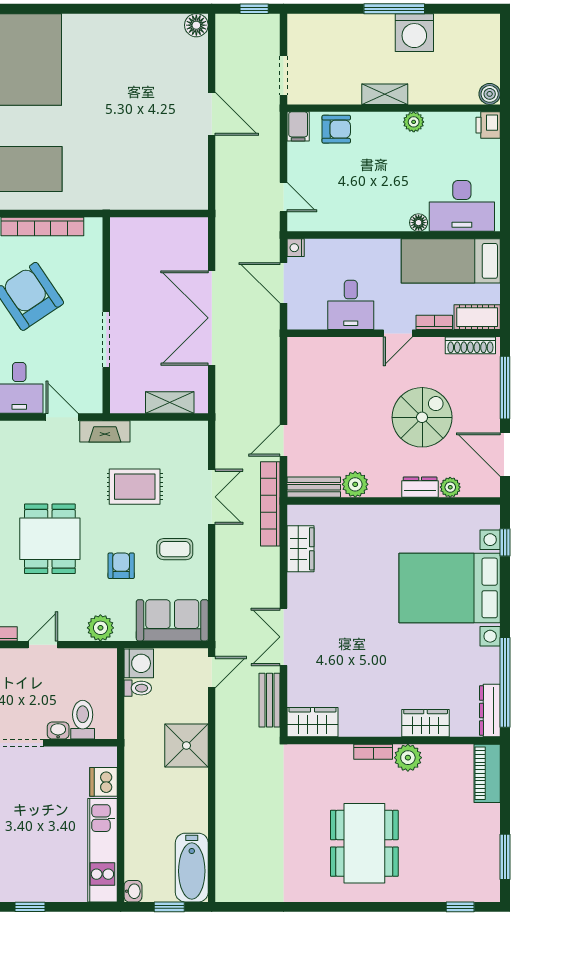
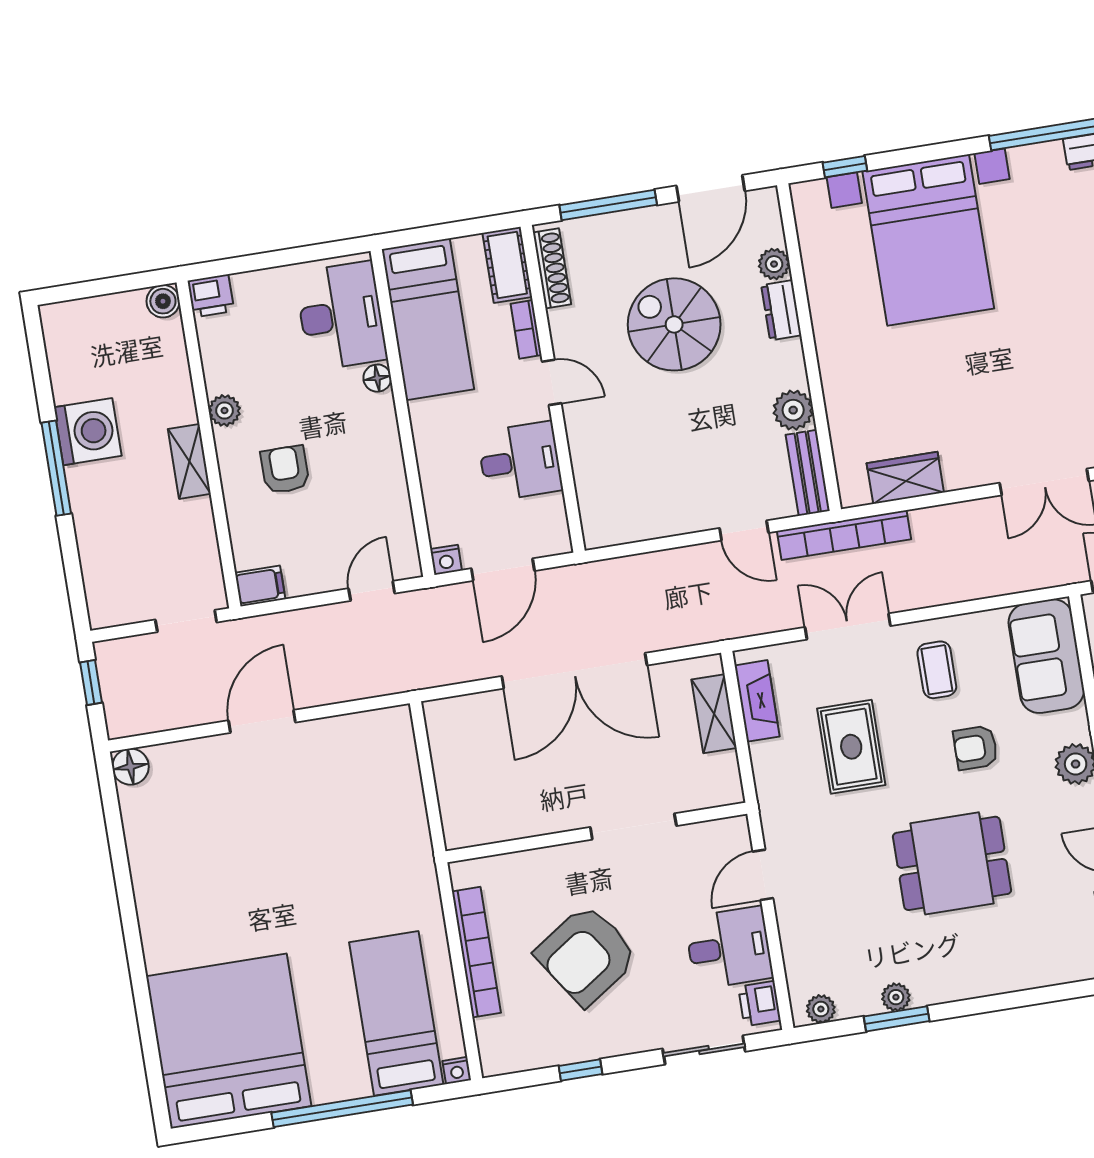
armchair: (336, 129) -> (285, 470), moved
fireplace: (105, 431) -> (757, 701), moved

